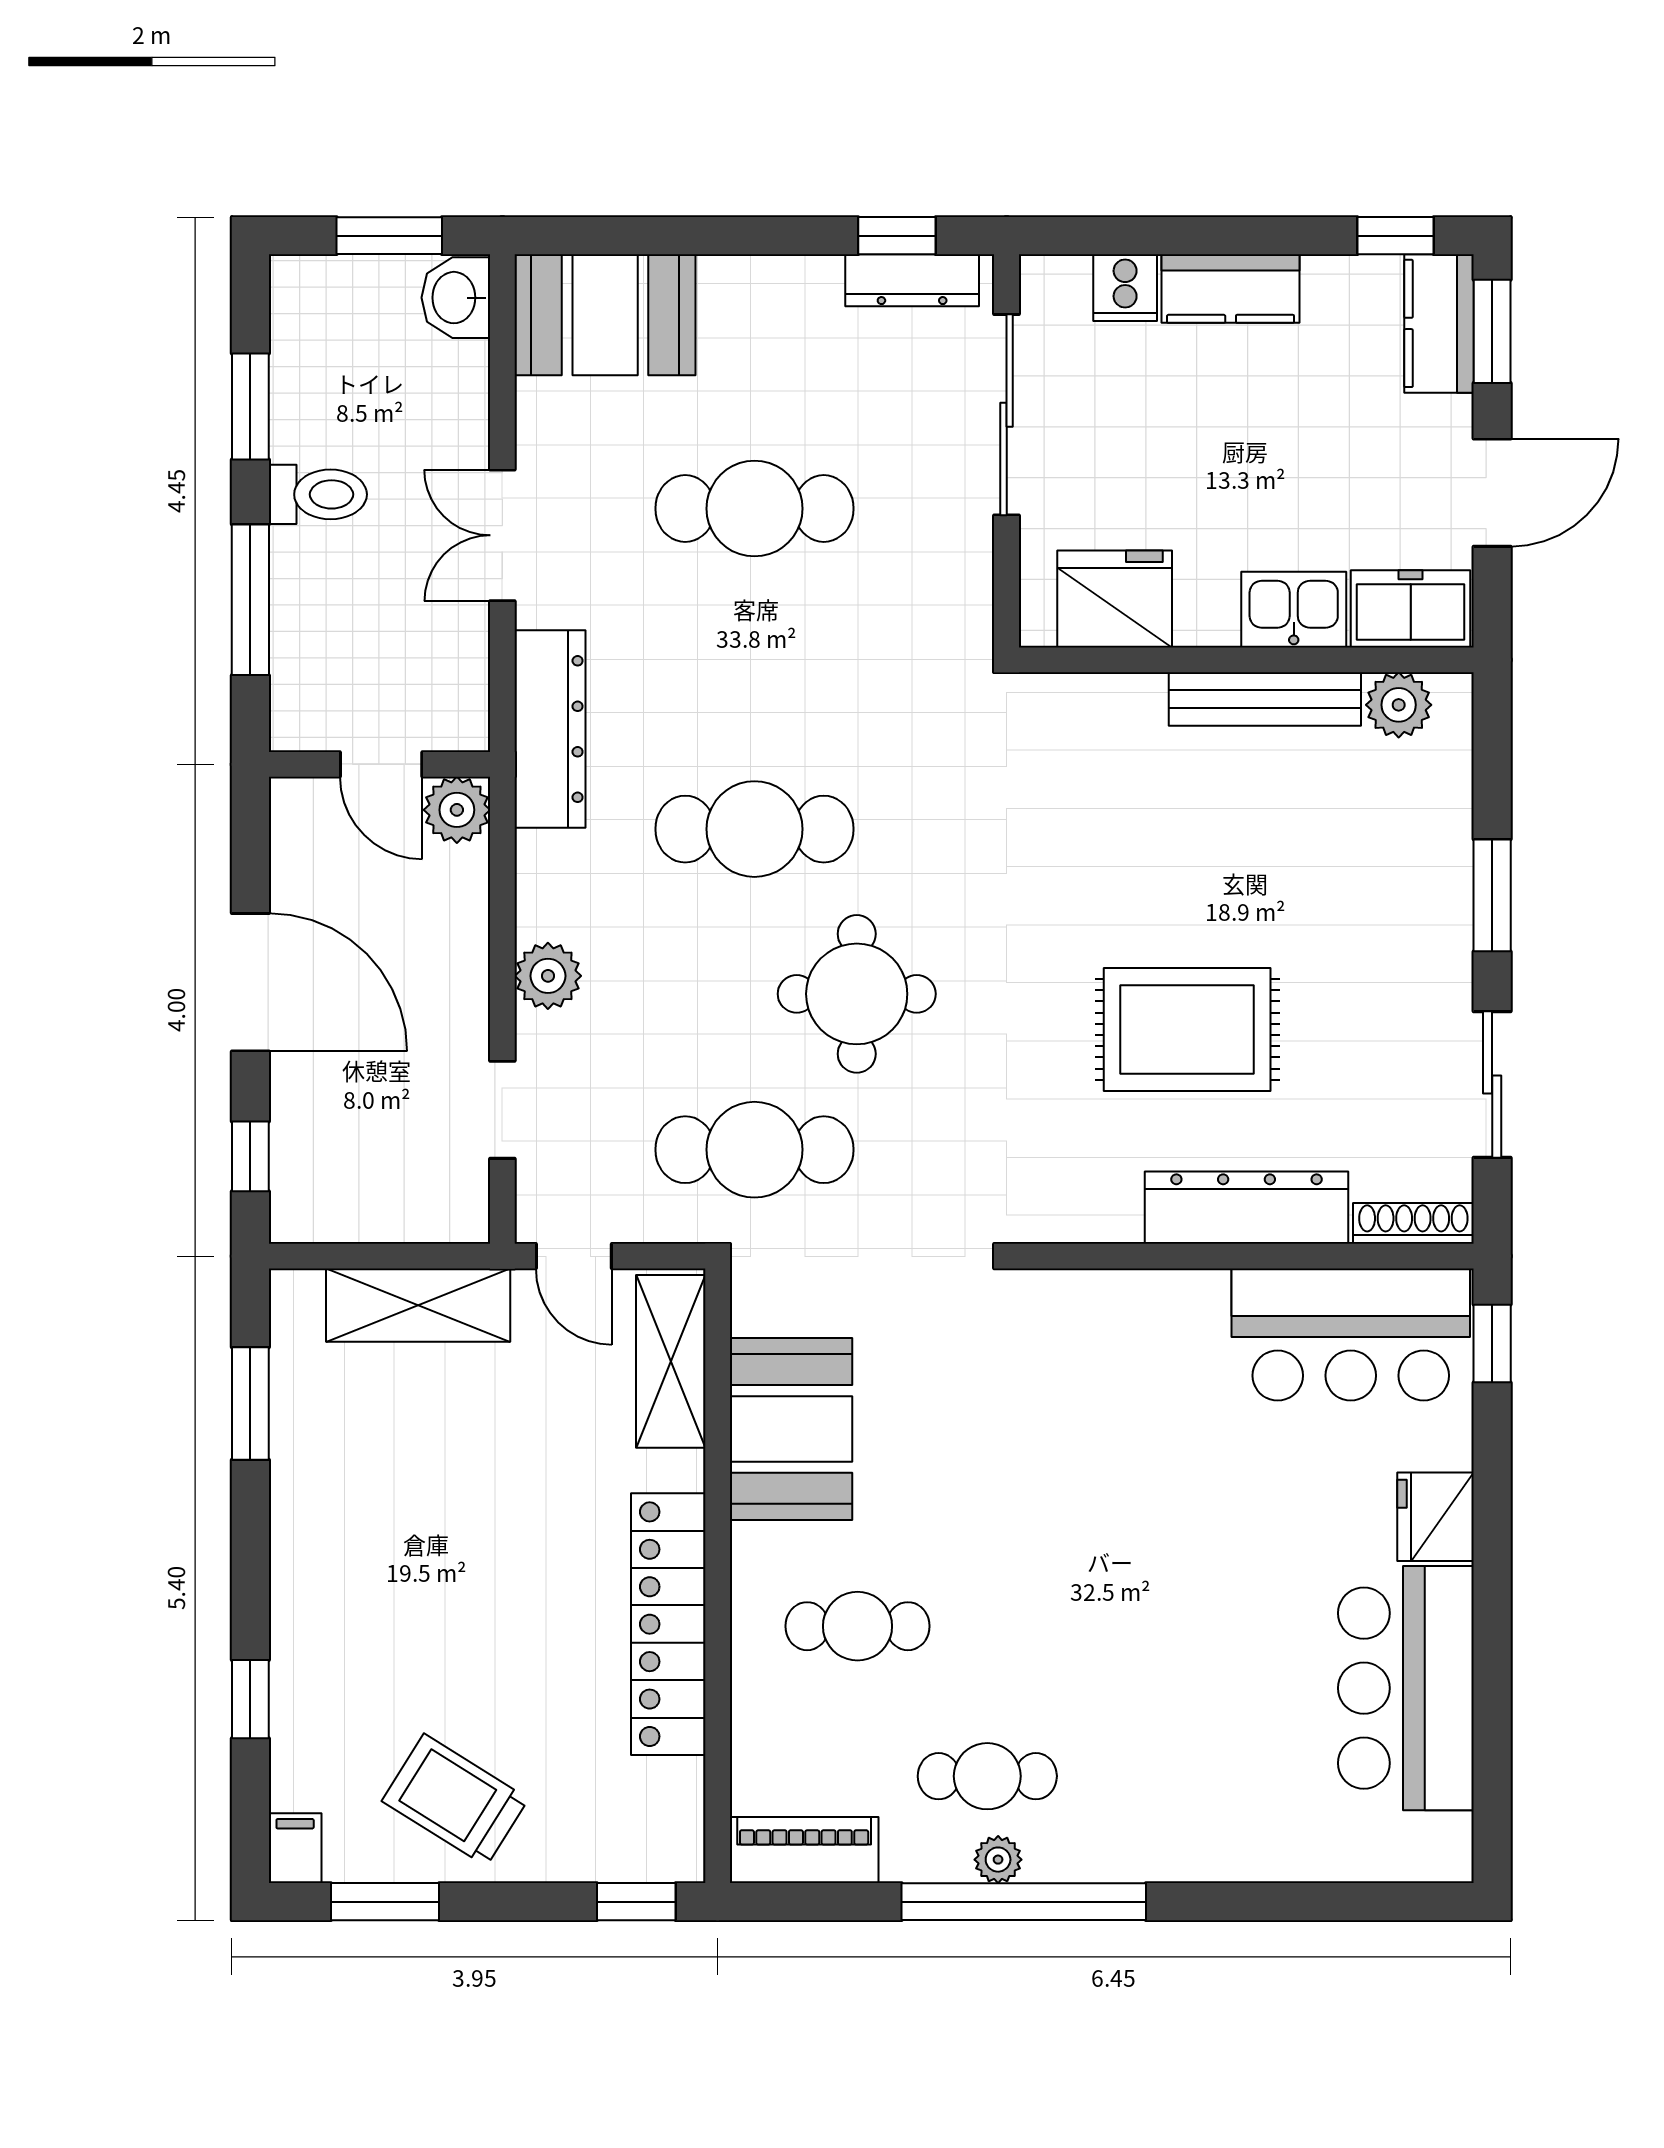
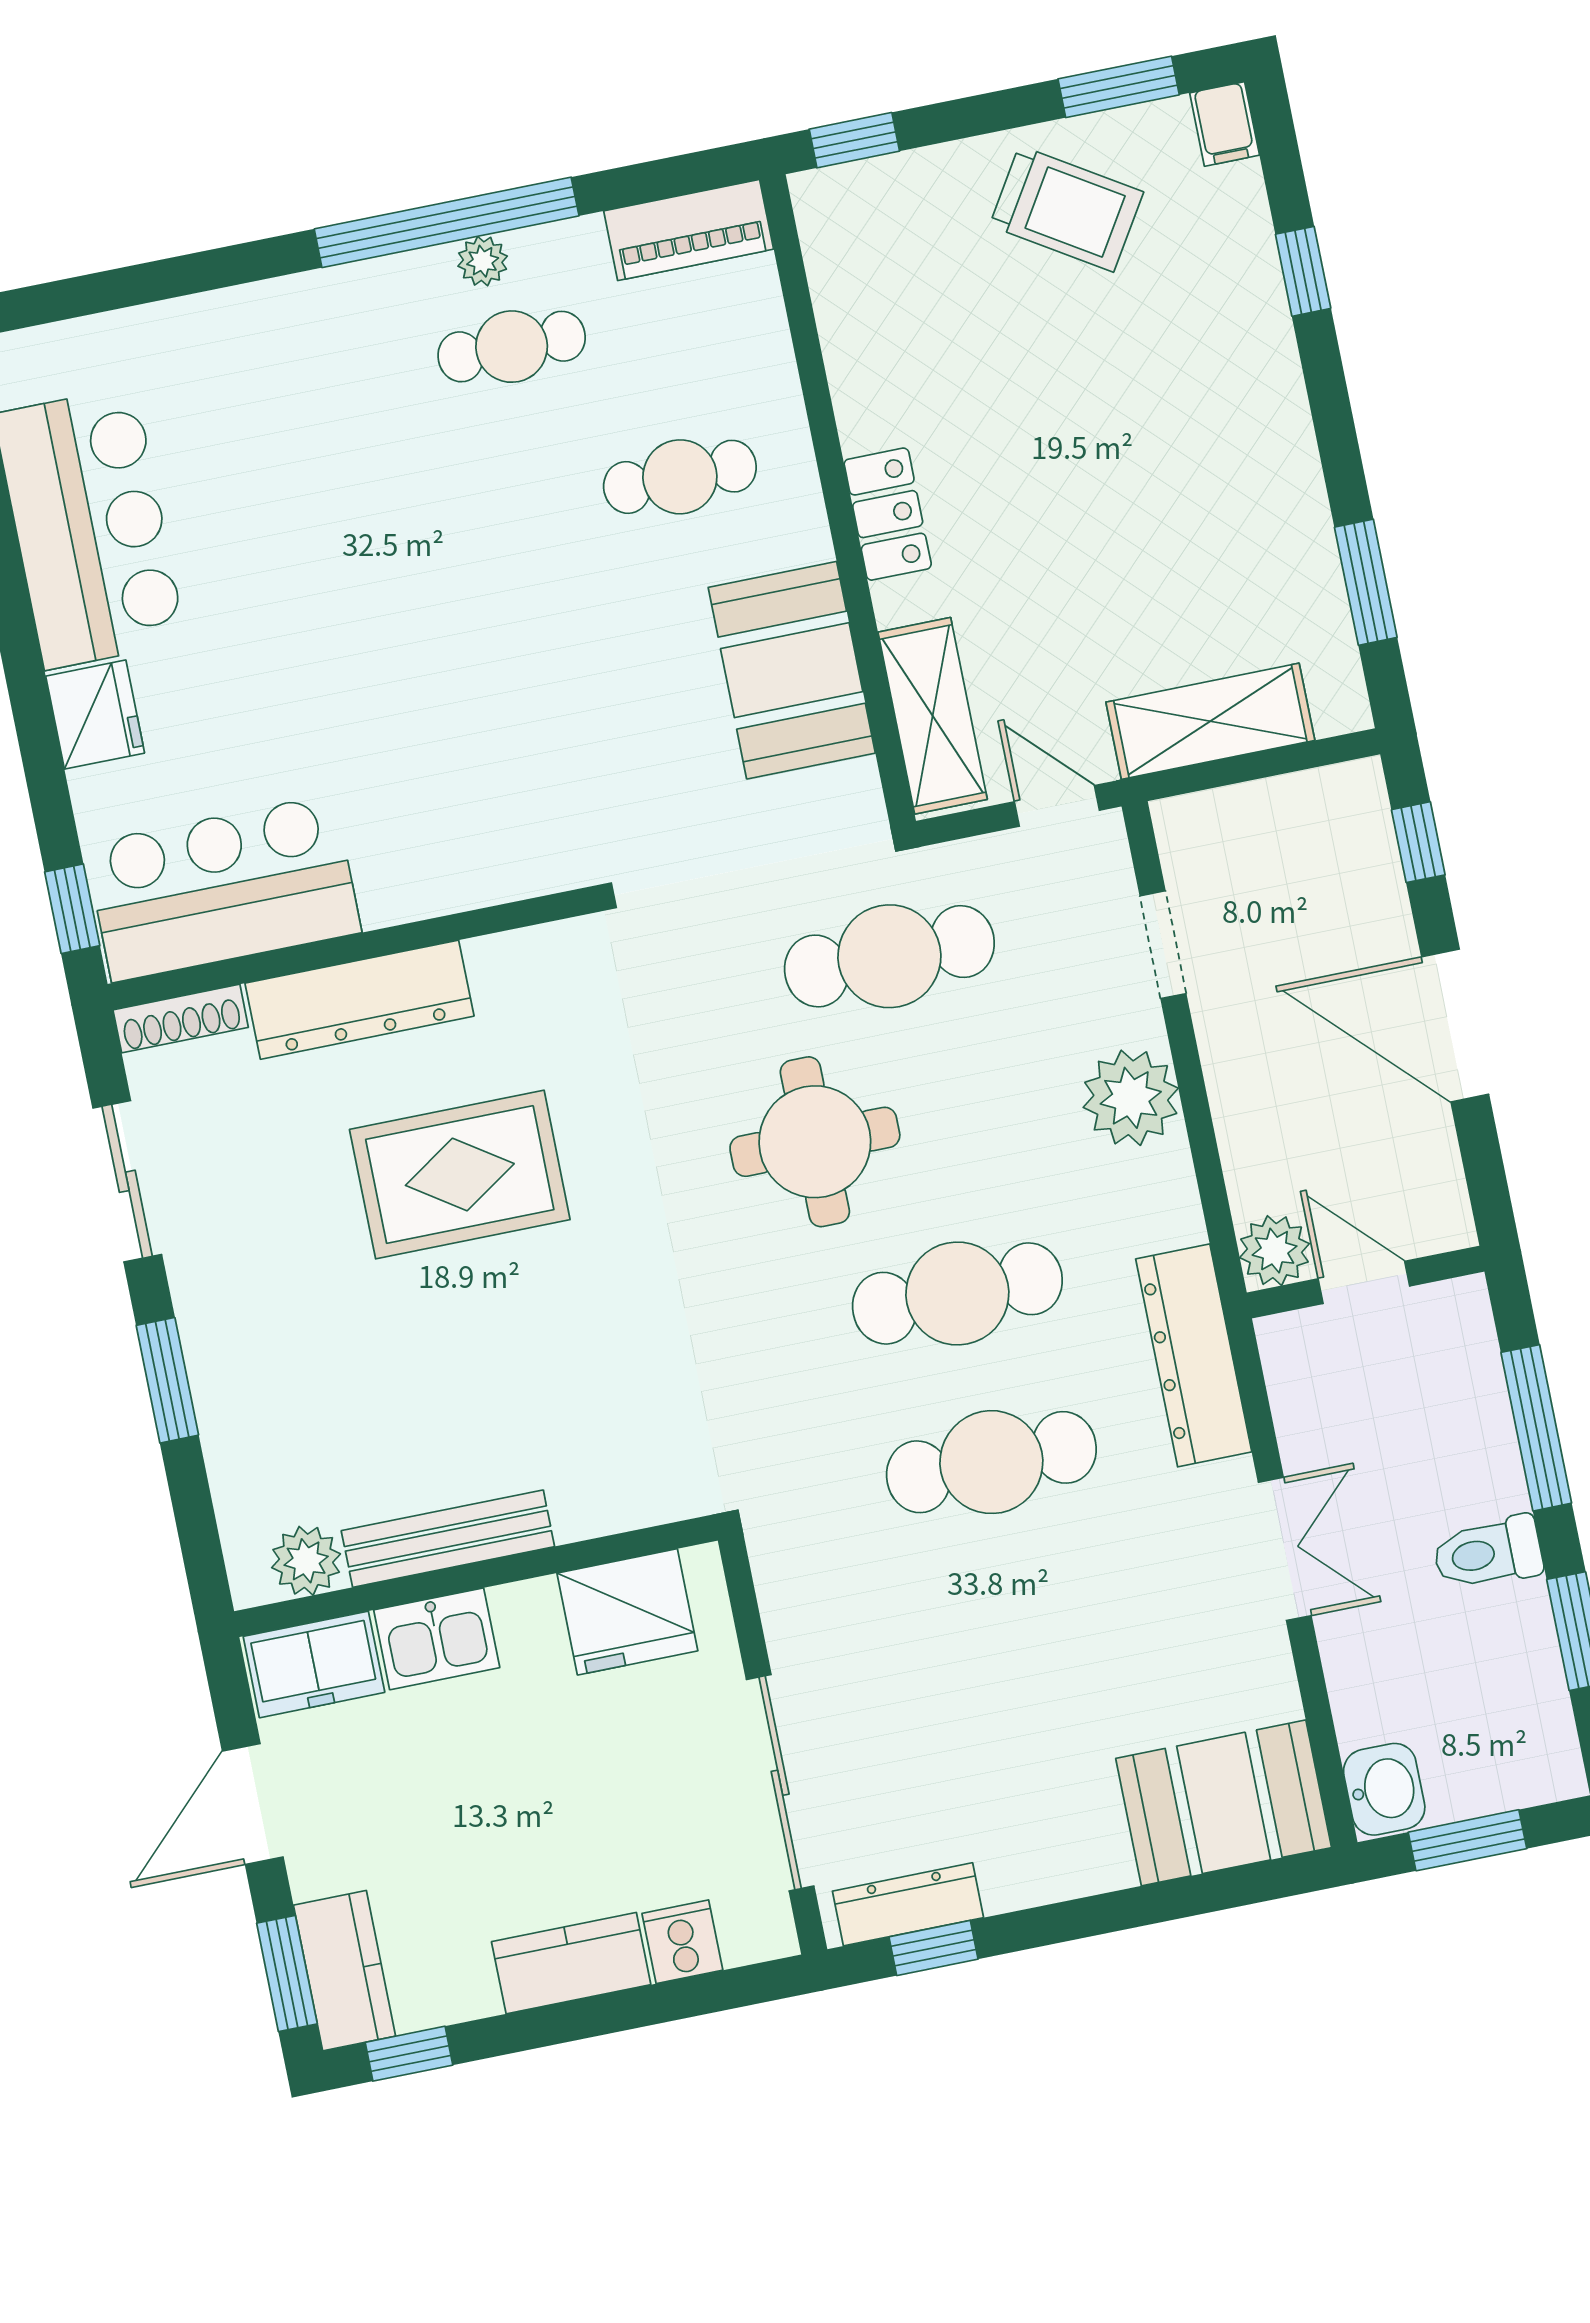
cafe table: (754, 509) -> (991, 1462), moved
plant: (548, 976) -> (1131, 1098), width x1.36, depth x1.36
locker: (668, 1624) -> (888, 514), width x0.46, depth x0.83

